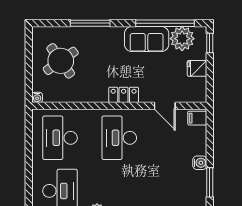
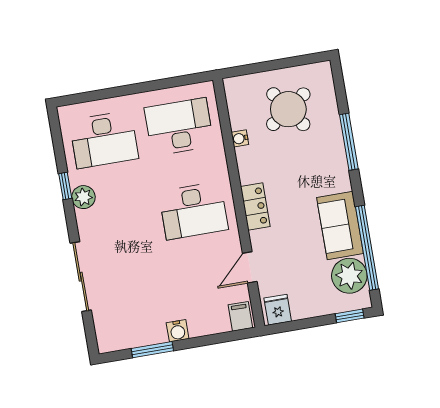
fridge: (197, 68) -> (278, 310), moved
water cooler: (37, 97) -> (240, 138), moved
desk: (119, 138) -> (193, 211), turned 180

